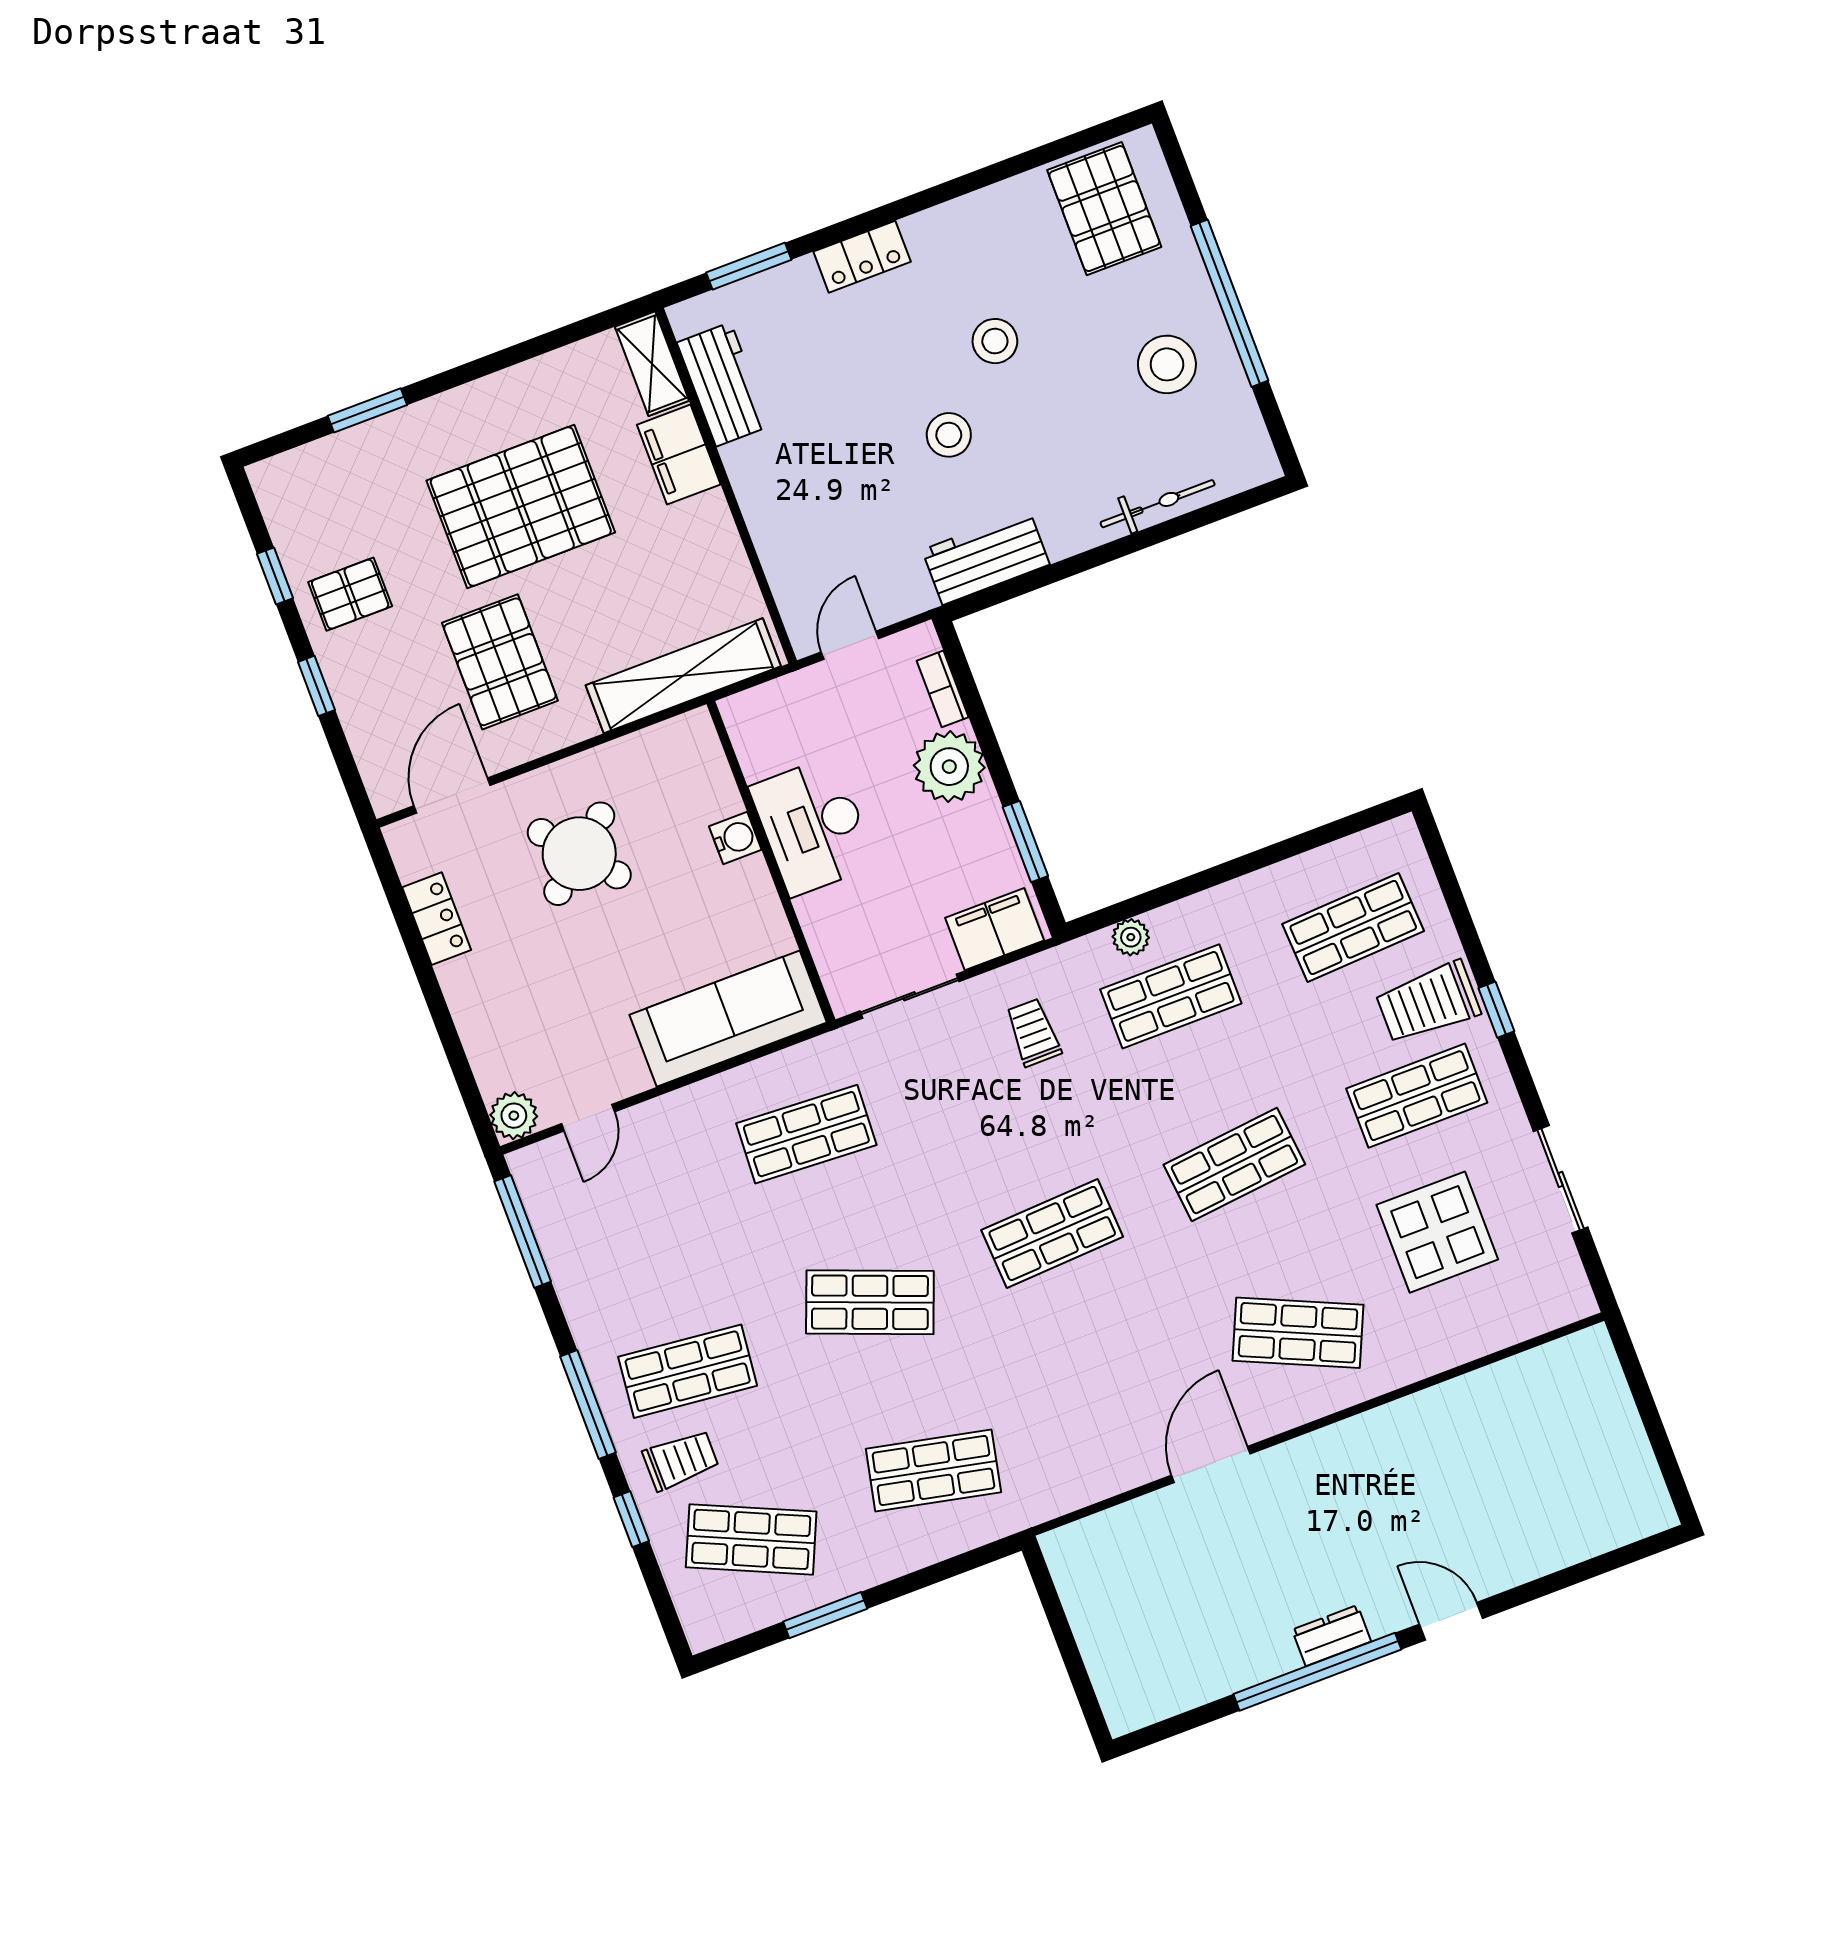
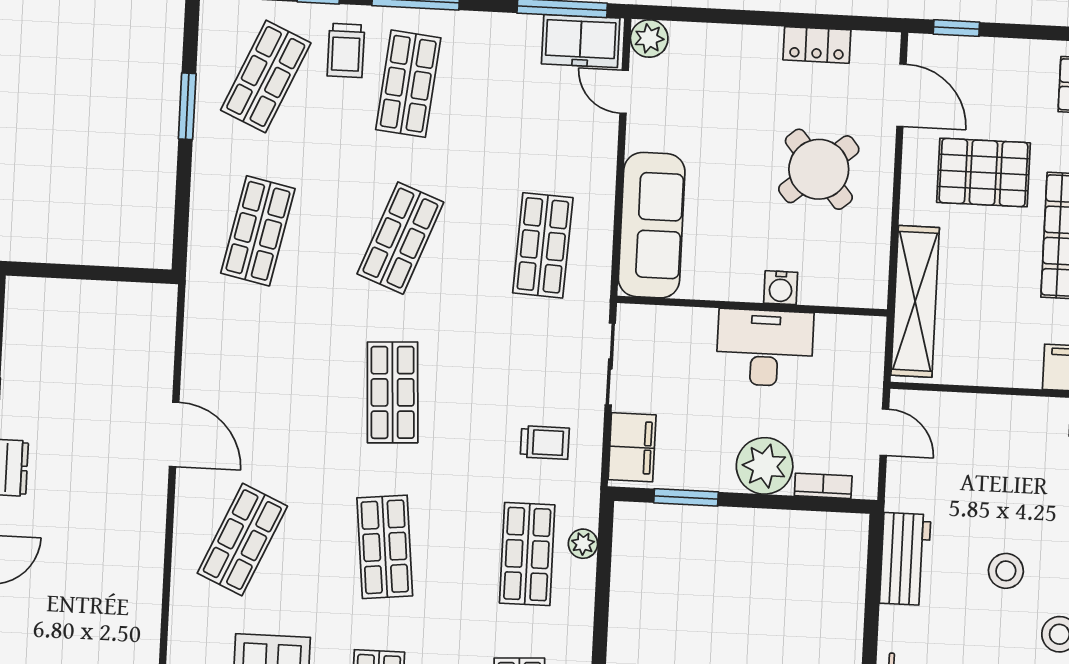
window: (316, 686) -> (956, 28), moved
freezer: (551, 1194) -> (581, 41), added

